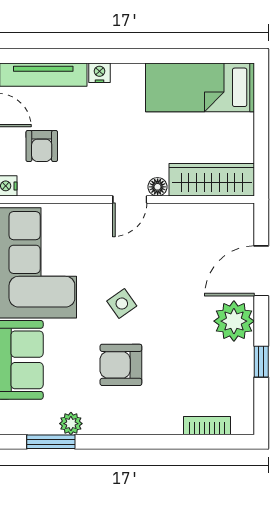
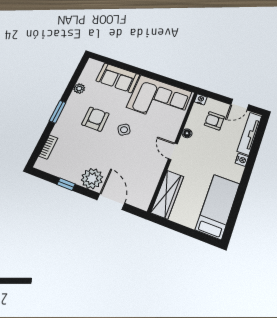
floor lamp: (158, 187) -> (187, 133), moved
window: (51, 442) -> (58, 112), moved

